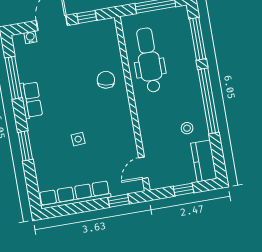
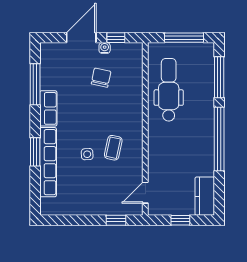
water cooler: (30, 37) -> (105, 48), moved
chair: (106, 80) -> (101, 78), moved
coffee table: (103, 128) -> (113, 148), added
stool: (187, 128) -> (194, 162), removed
row of seats: (75, 195) -> (48, 162), moved, turned 90

